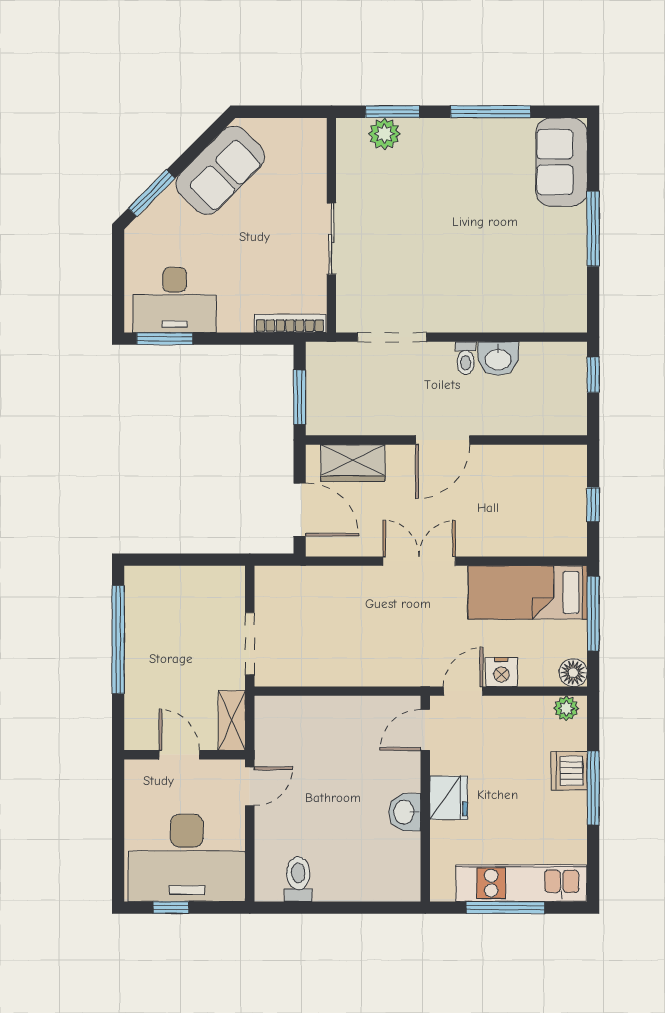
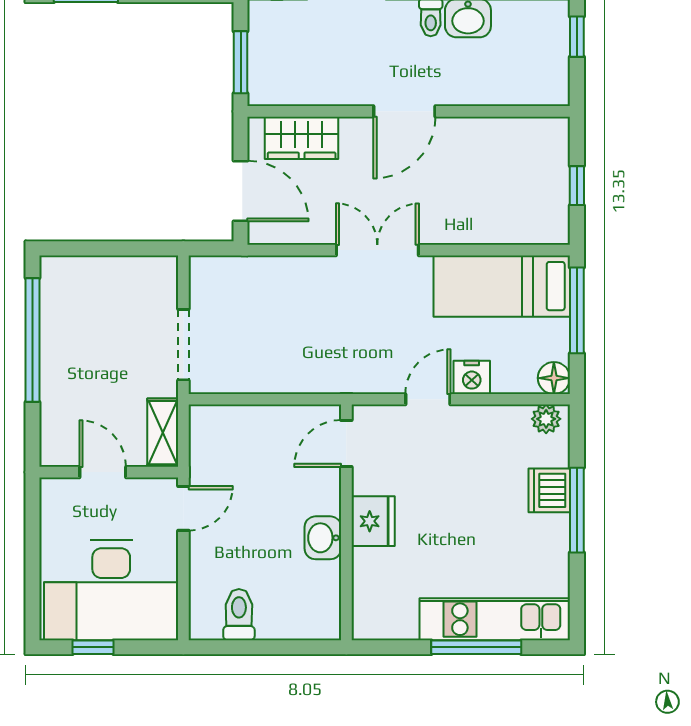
door: (425, 730) -> (346, 443), moved
fridge: (449, 798) -> (373, 521), moved
wall: (425, 799) -> (346, 522), moved
washbasin: (405, 812) -> (323, 538), moved

